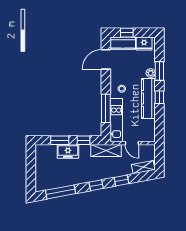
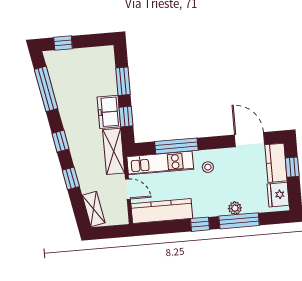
window: (159, 71) -> (239, 221), width x1.44
kitchen counter: (148, 98) -> (162, 211), moved
door: (132, 143) -> (128, 189), swing flipped
freezer: (68, 151) -> (109, 112), moved
window: (31, 178) -> (63, 43), added

